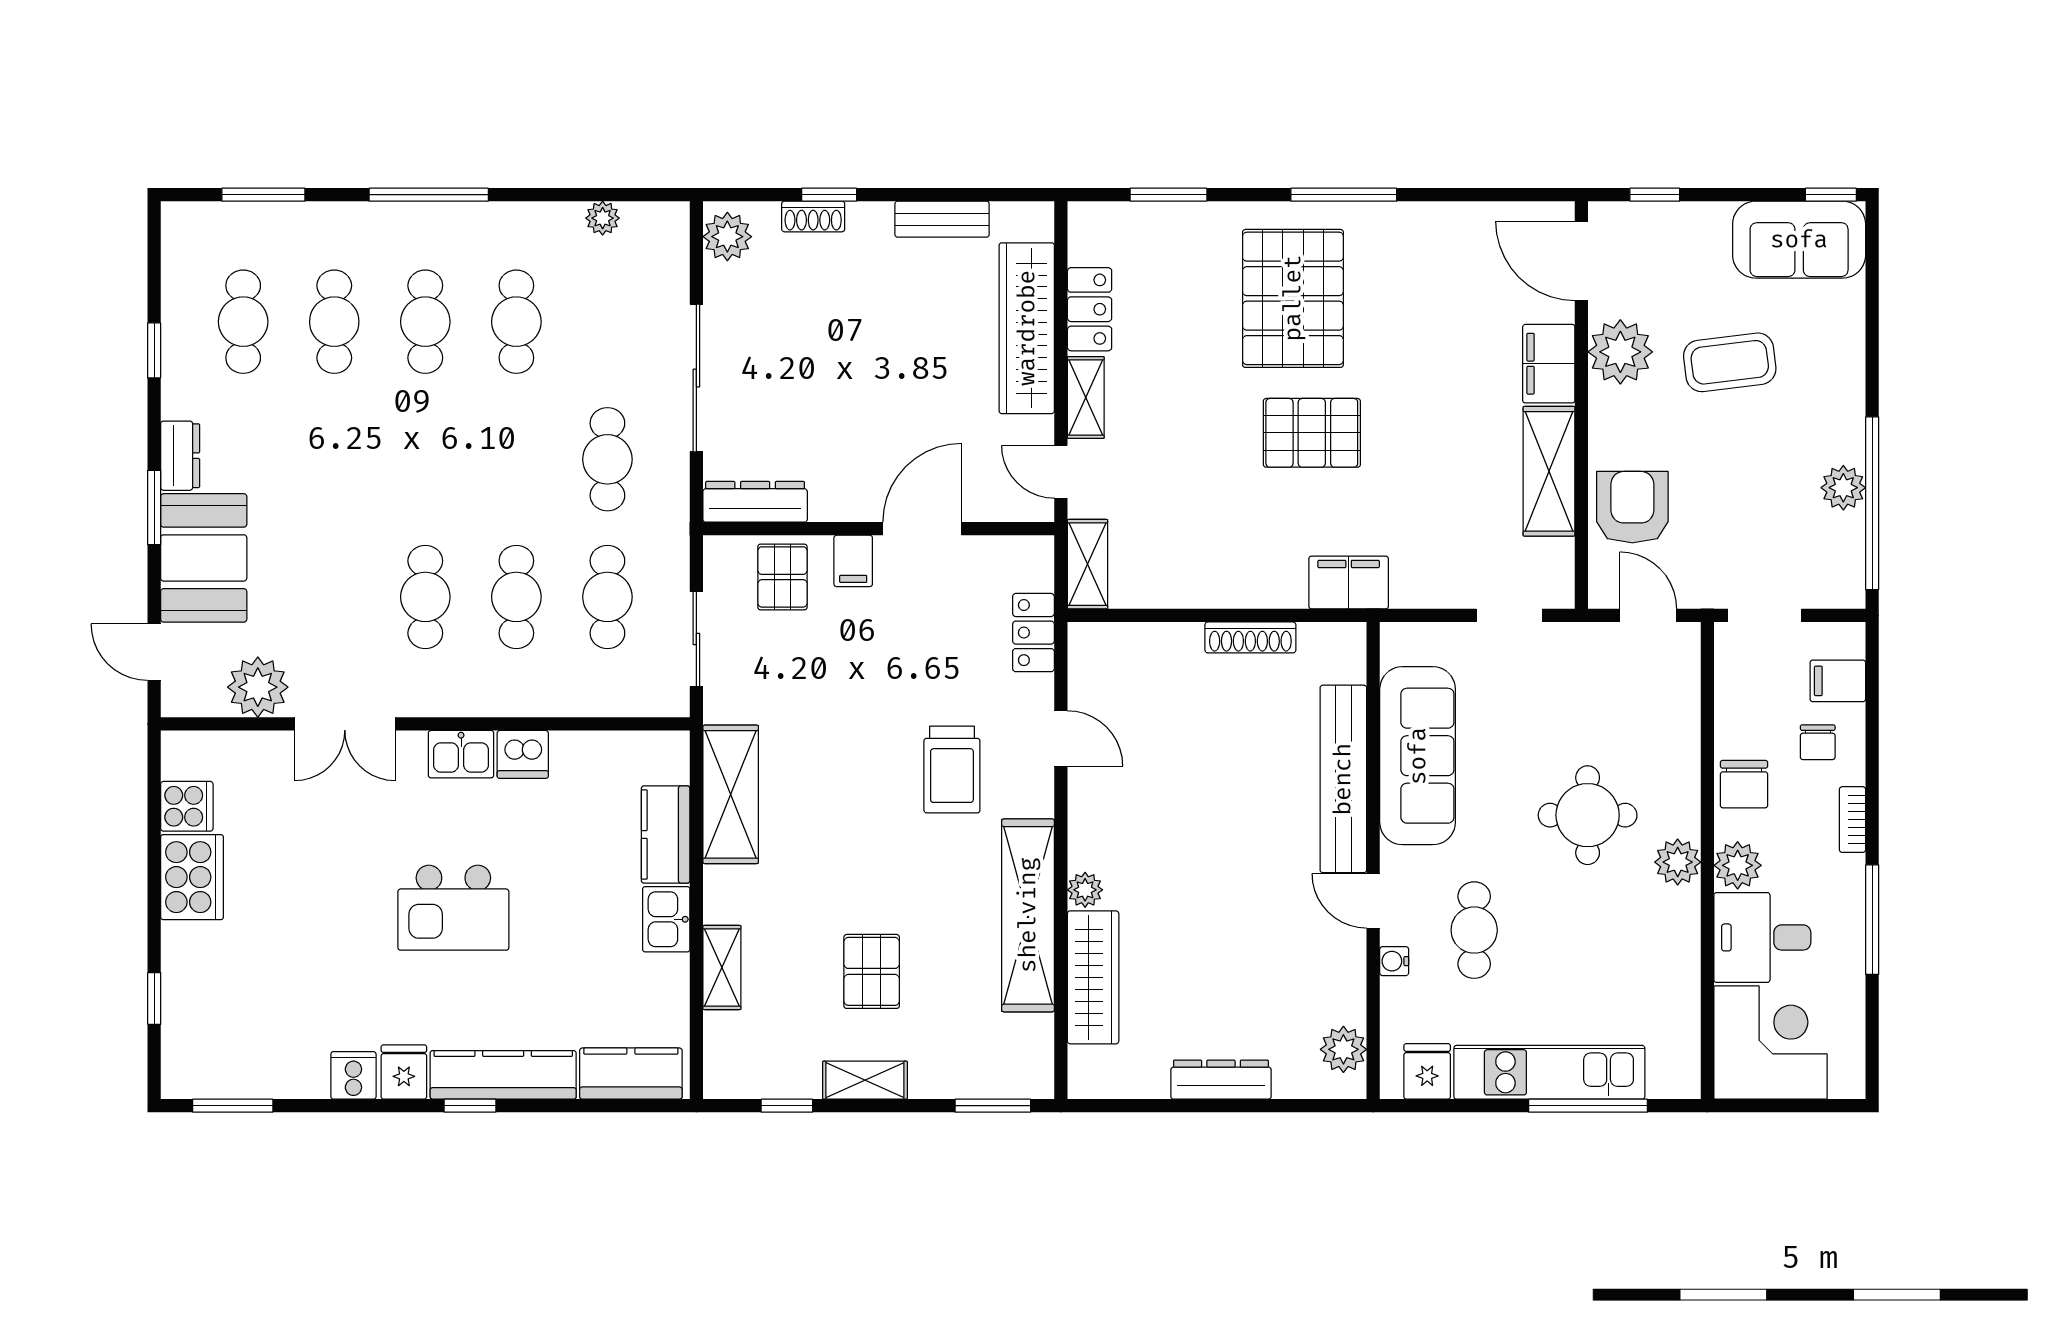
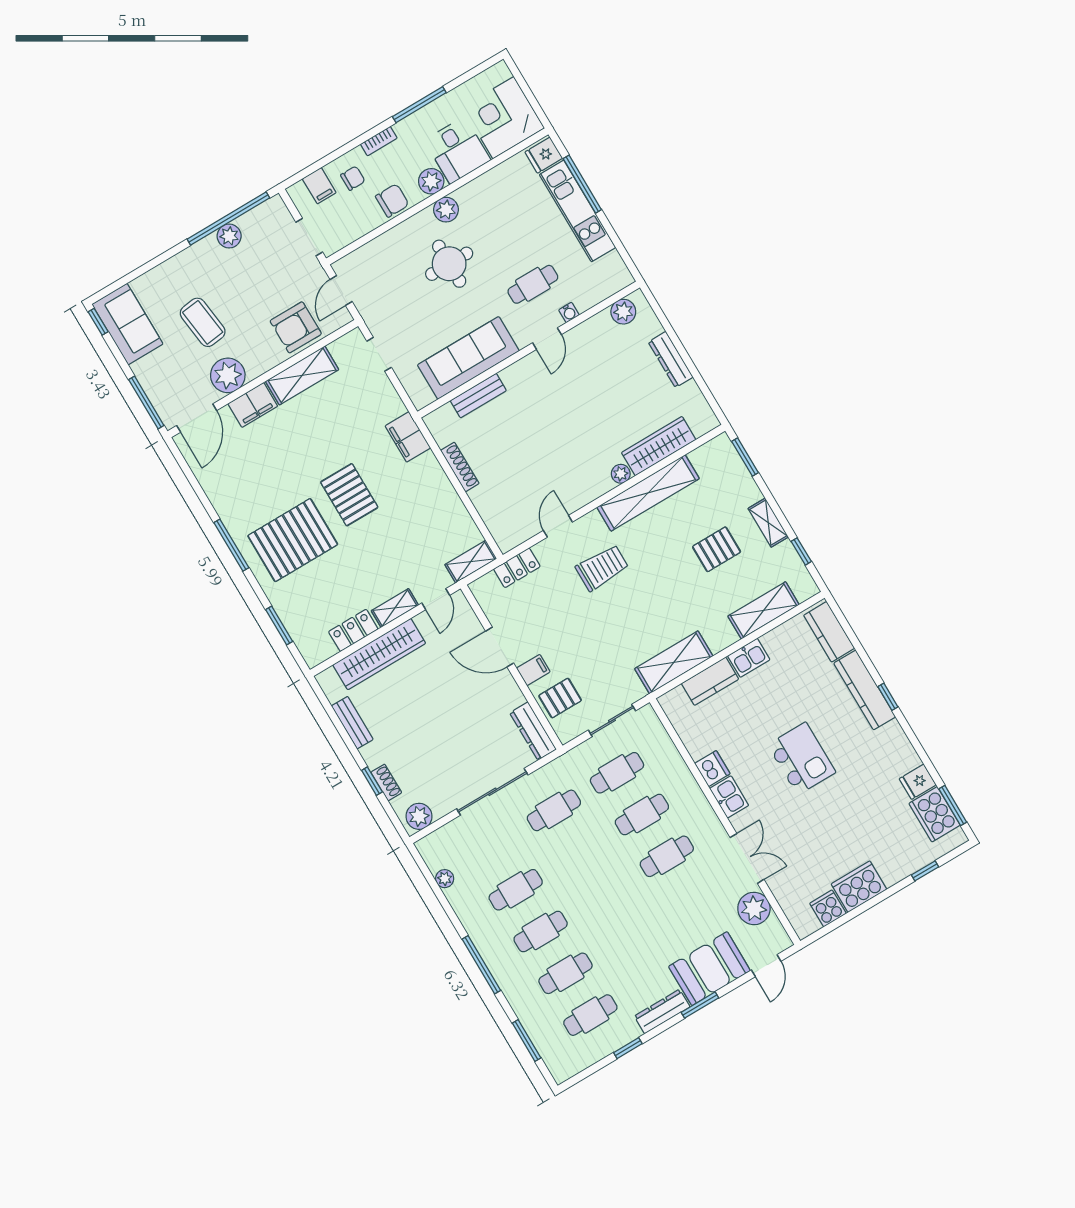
window: (1655, 195) -> (146, 402), width x2.17
dresser: (180, 456) -> (662, 1011), width x1.44
bench: (1343, 779) -> (478, 396), width x0.54, depth x0.82
shelving: (722, 968) -> (764, 610), width x1.50, depth x1.33
fridge: (1427, 1071) -> (544, 155), moved
fridge: (404, 1072) -> (918, 782), moved
cooker: (353, 1075) -> (935, 814), moved, width x1.87, depth x1.31

